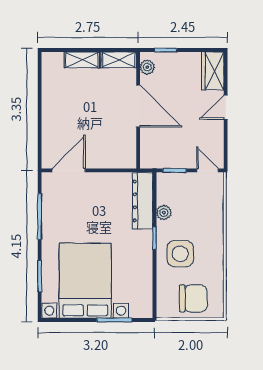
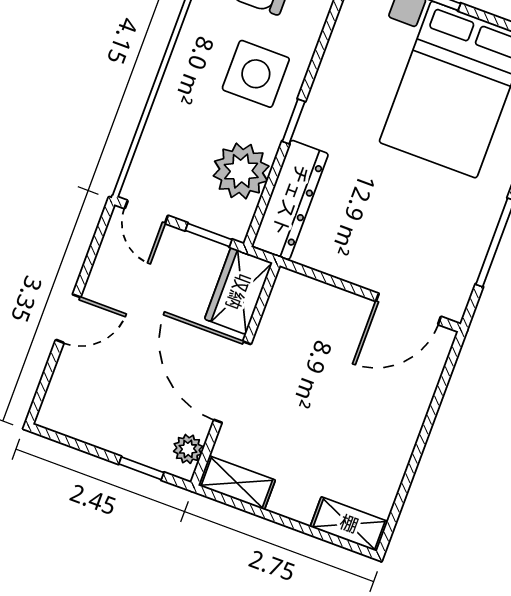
shelving: (82, 60) -> (349, 524), moved
wardrobe: (213, 71) -> (238, 291), moved, turned 180
plant: (164, 212) -> (241, 171), width x1.88, depth x1.88

